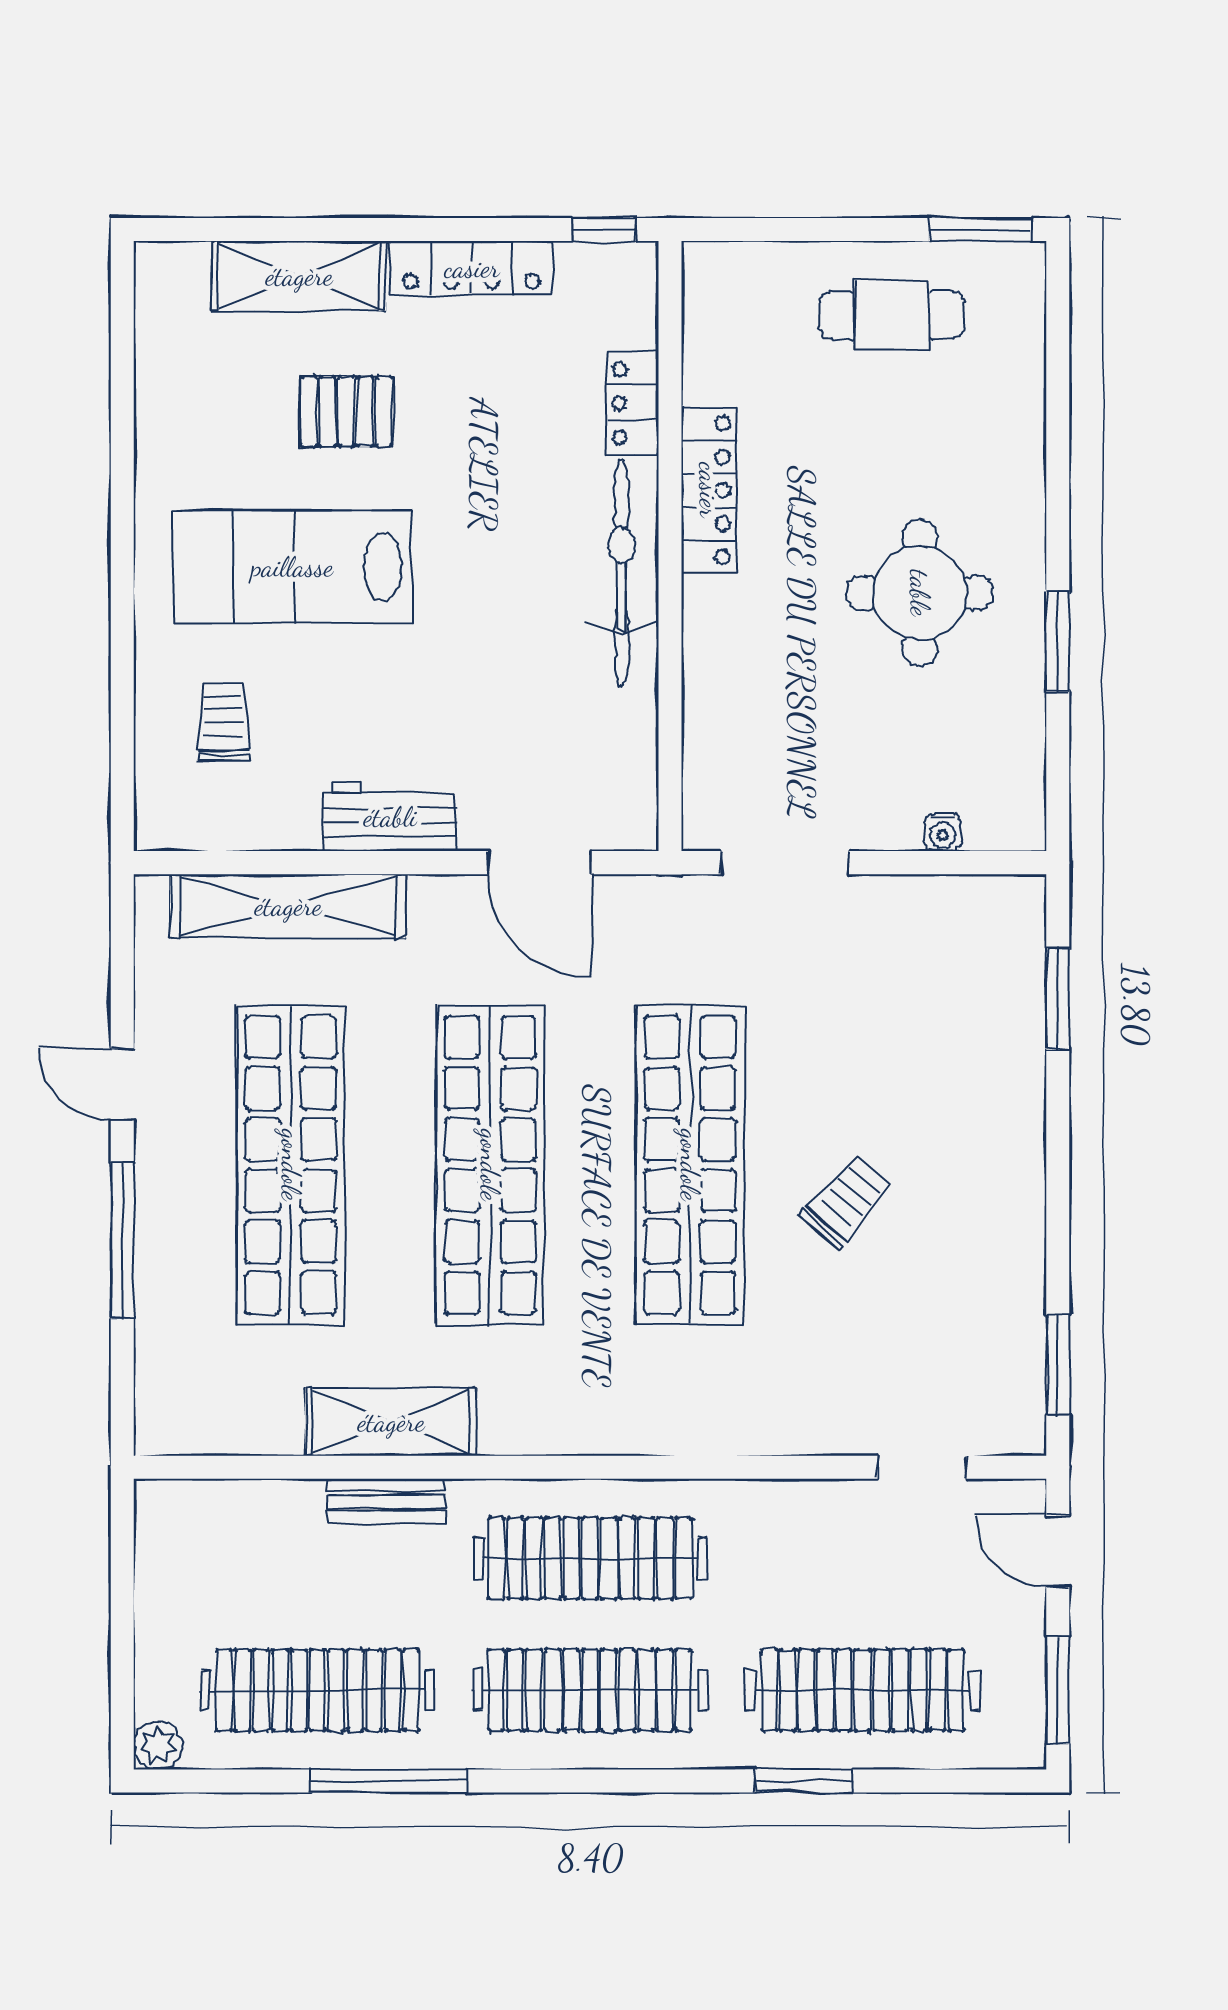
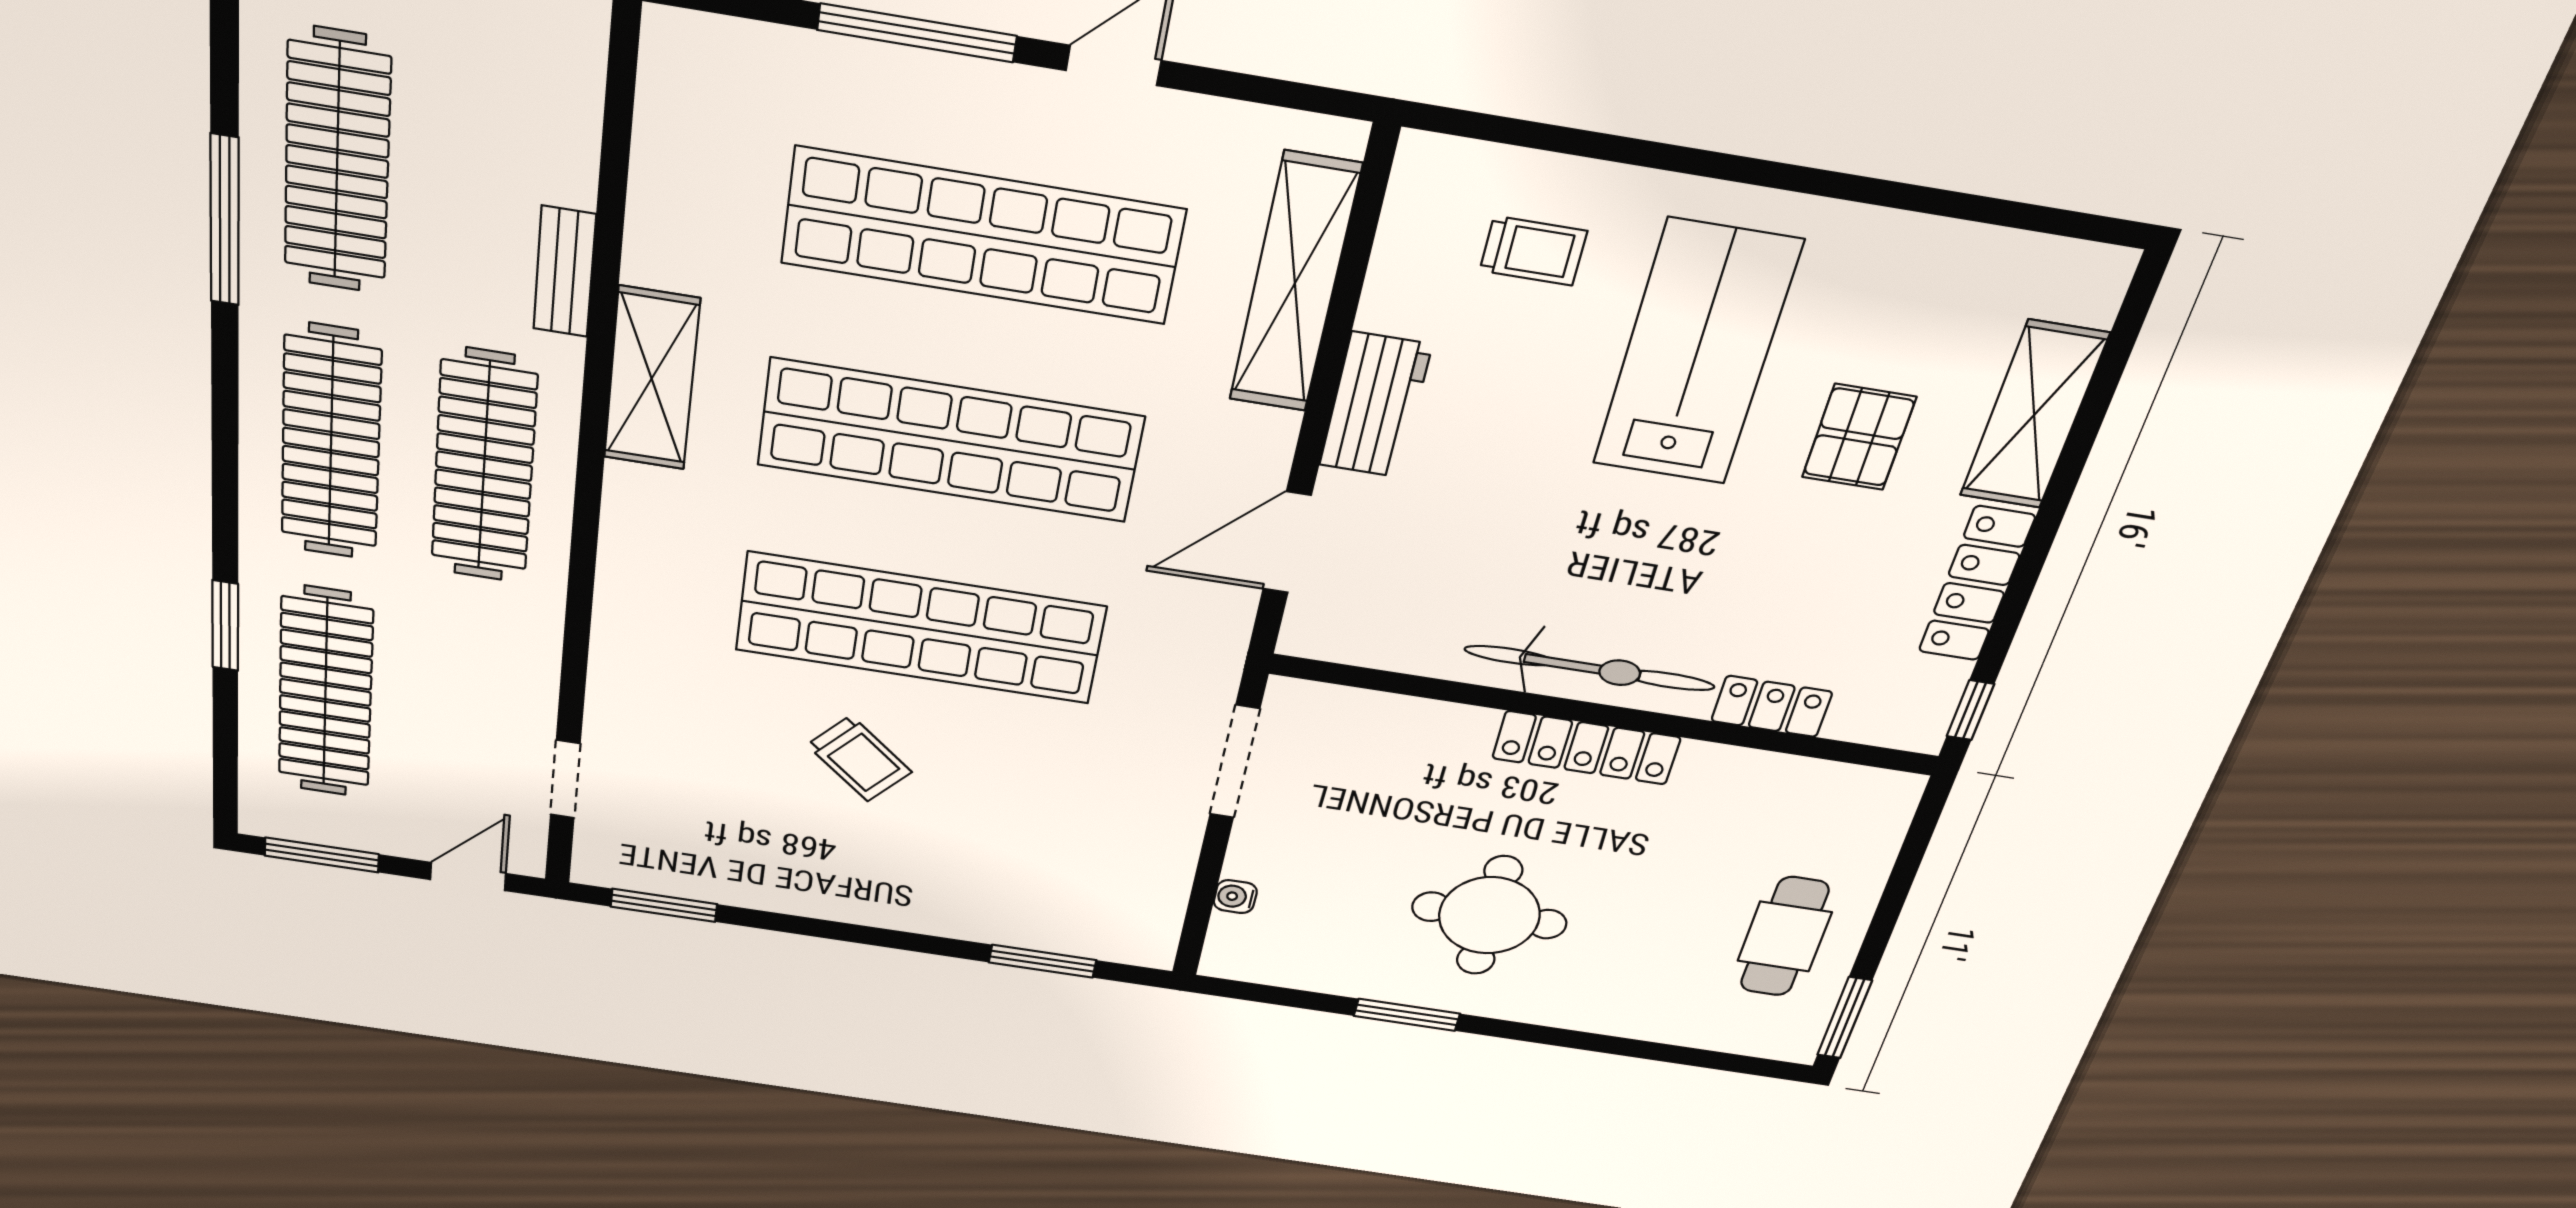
locker: (709, 490) -> (1586, 748), moved
shelving: (391, 1422) -> (652, 379), moved

